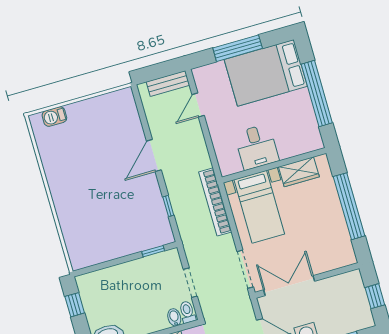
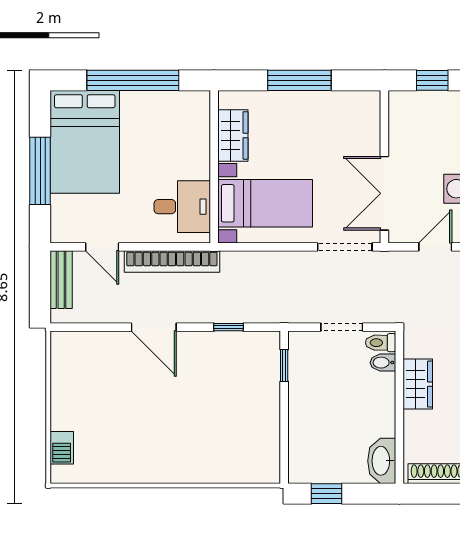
desk: (257, 147) -> (182, 207), moved
bookcase: (215, 202) -> (172, 262), moved
window: (349, 206) -> (299, 80), width x0.68

